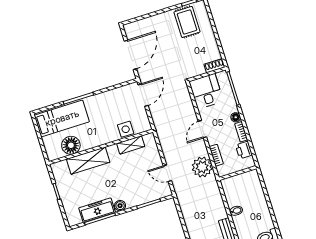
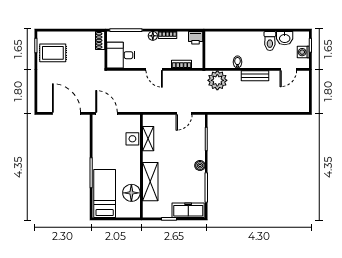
printer: (244, 150) -> (196, 38), moved
plant: (202, 167) -> (217, 80), moved
freezer: (97, 210) -> (188, 210), moved, turned 90

